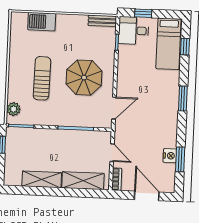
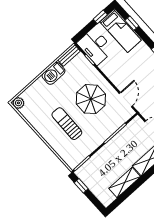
window: (143, 13) -> (100, 17), moved
barbecue: (42, 22) -> (53, 73), moved
desk: (134, 31) -> (96, 46), width x1.37
plant: (14, 109) -> (18, 103), moved

